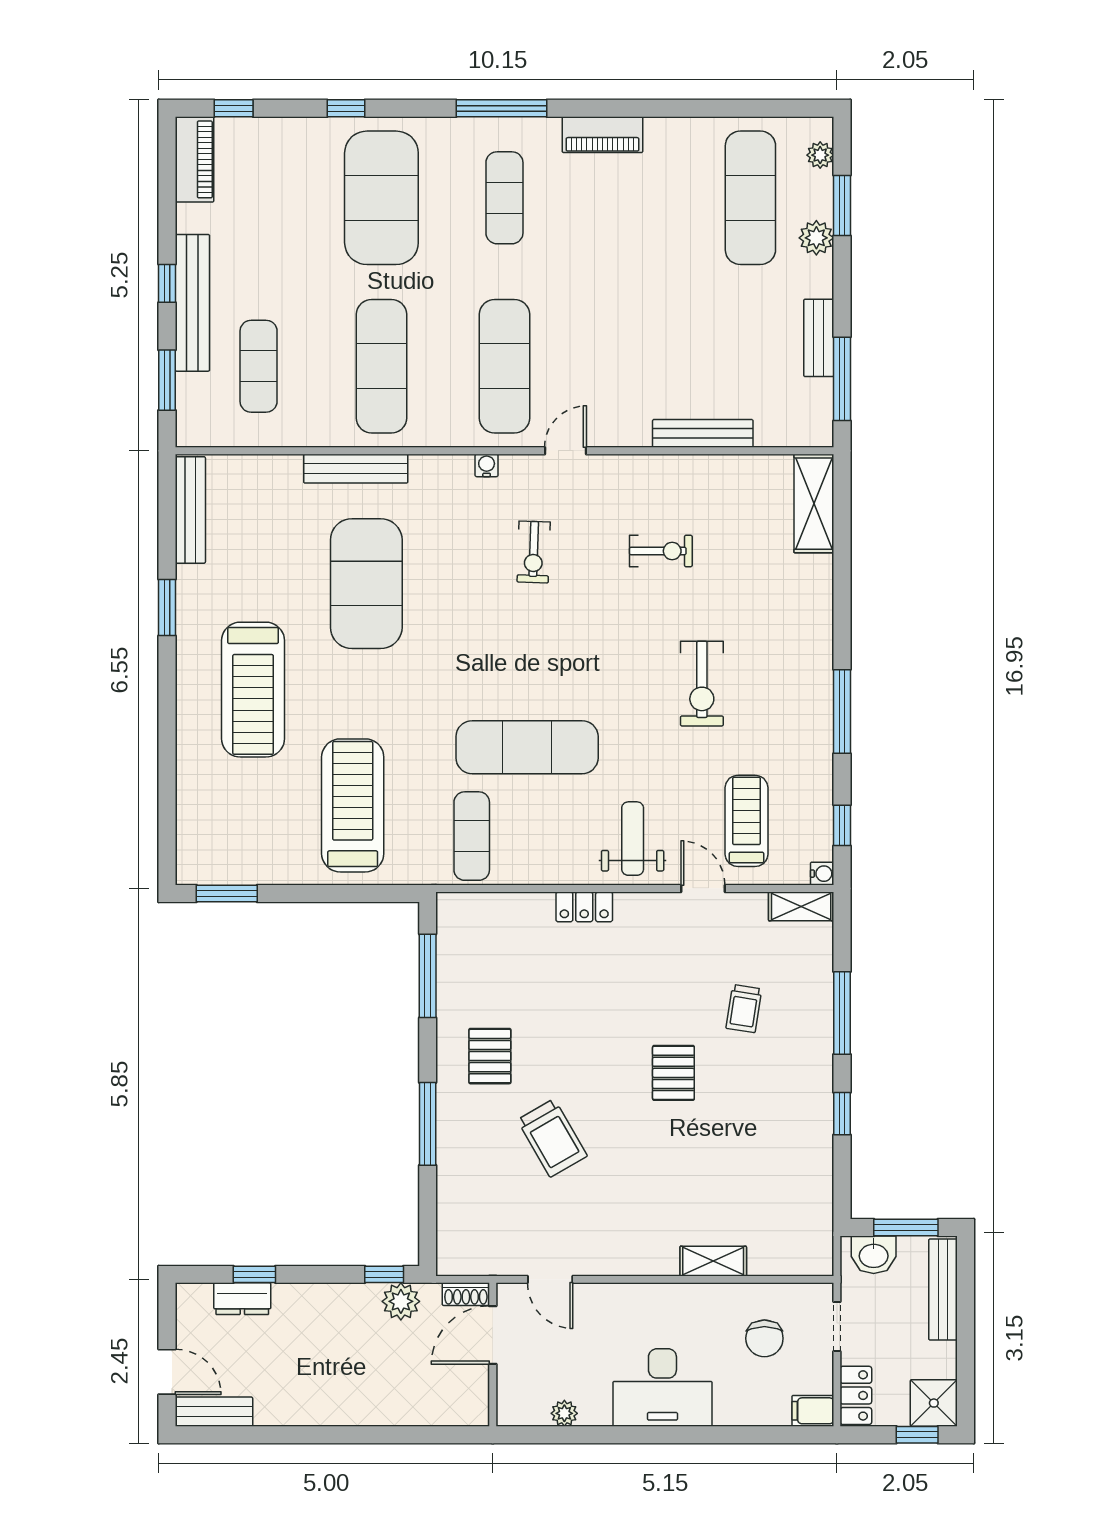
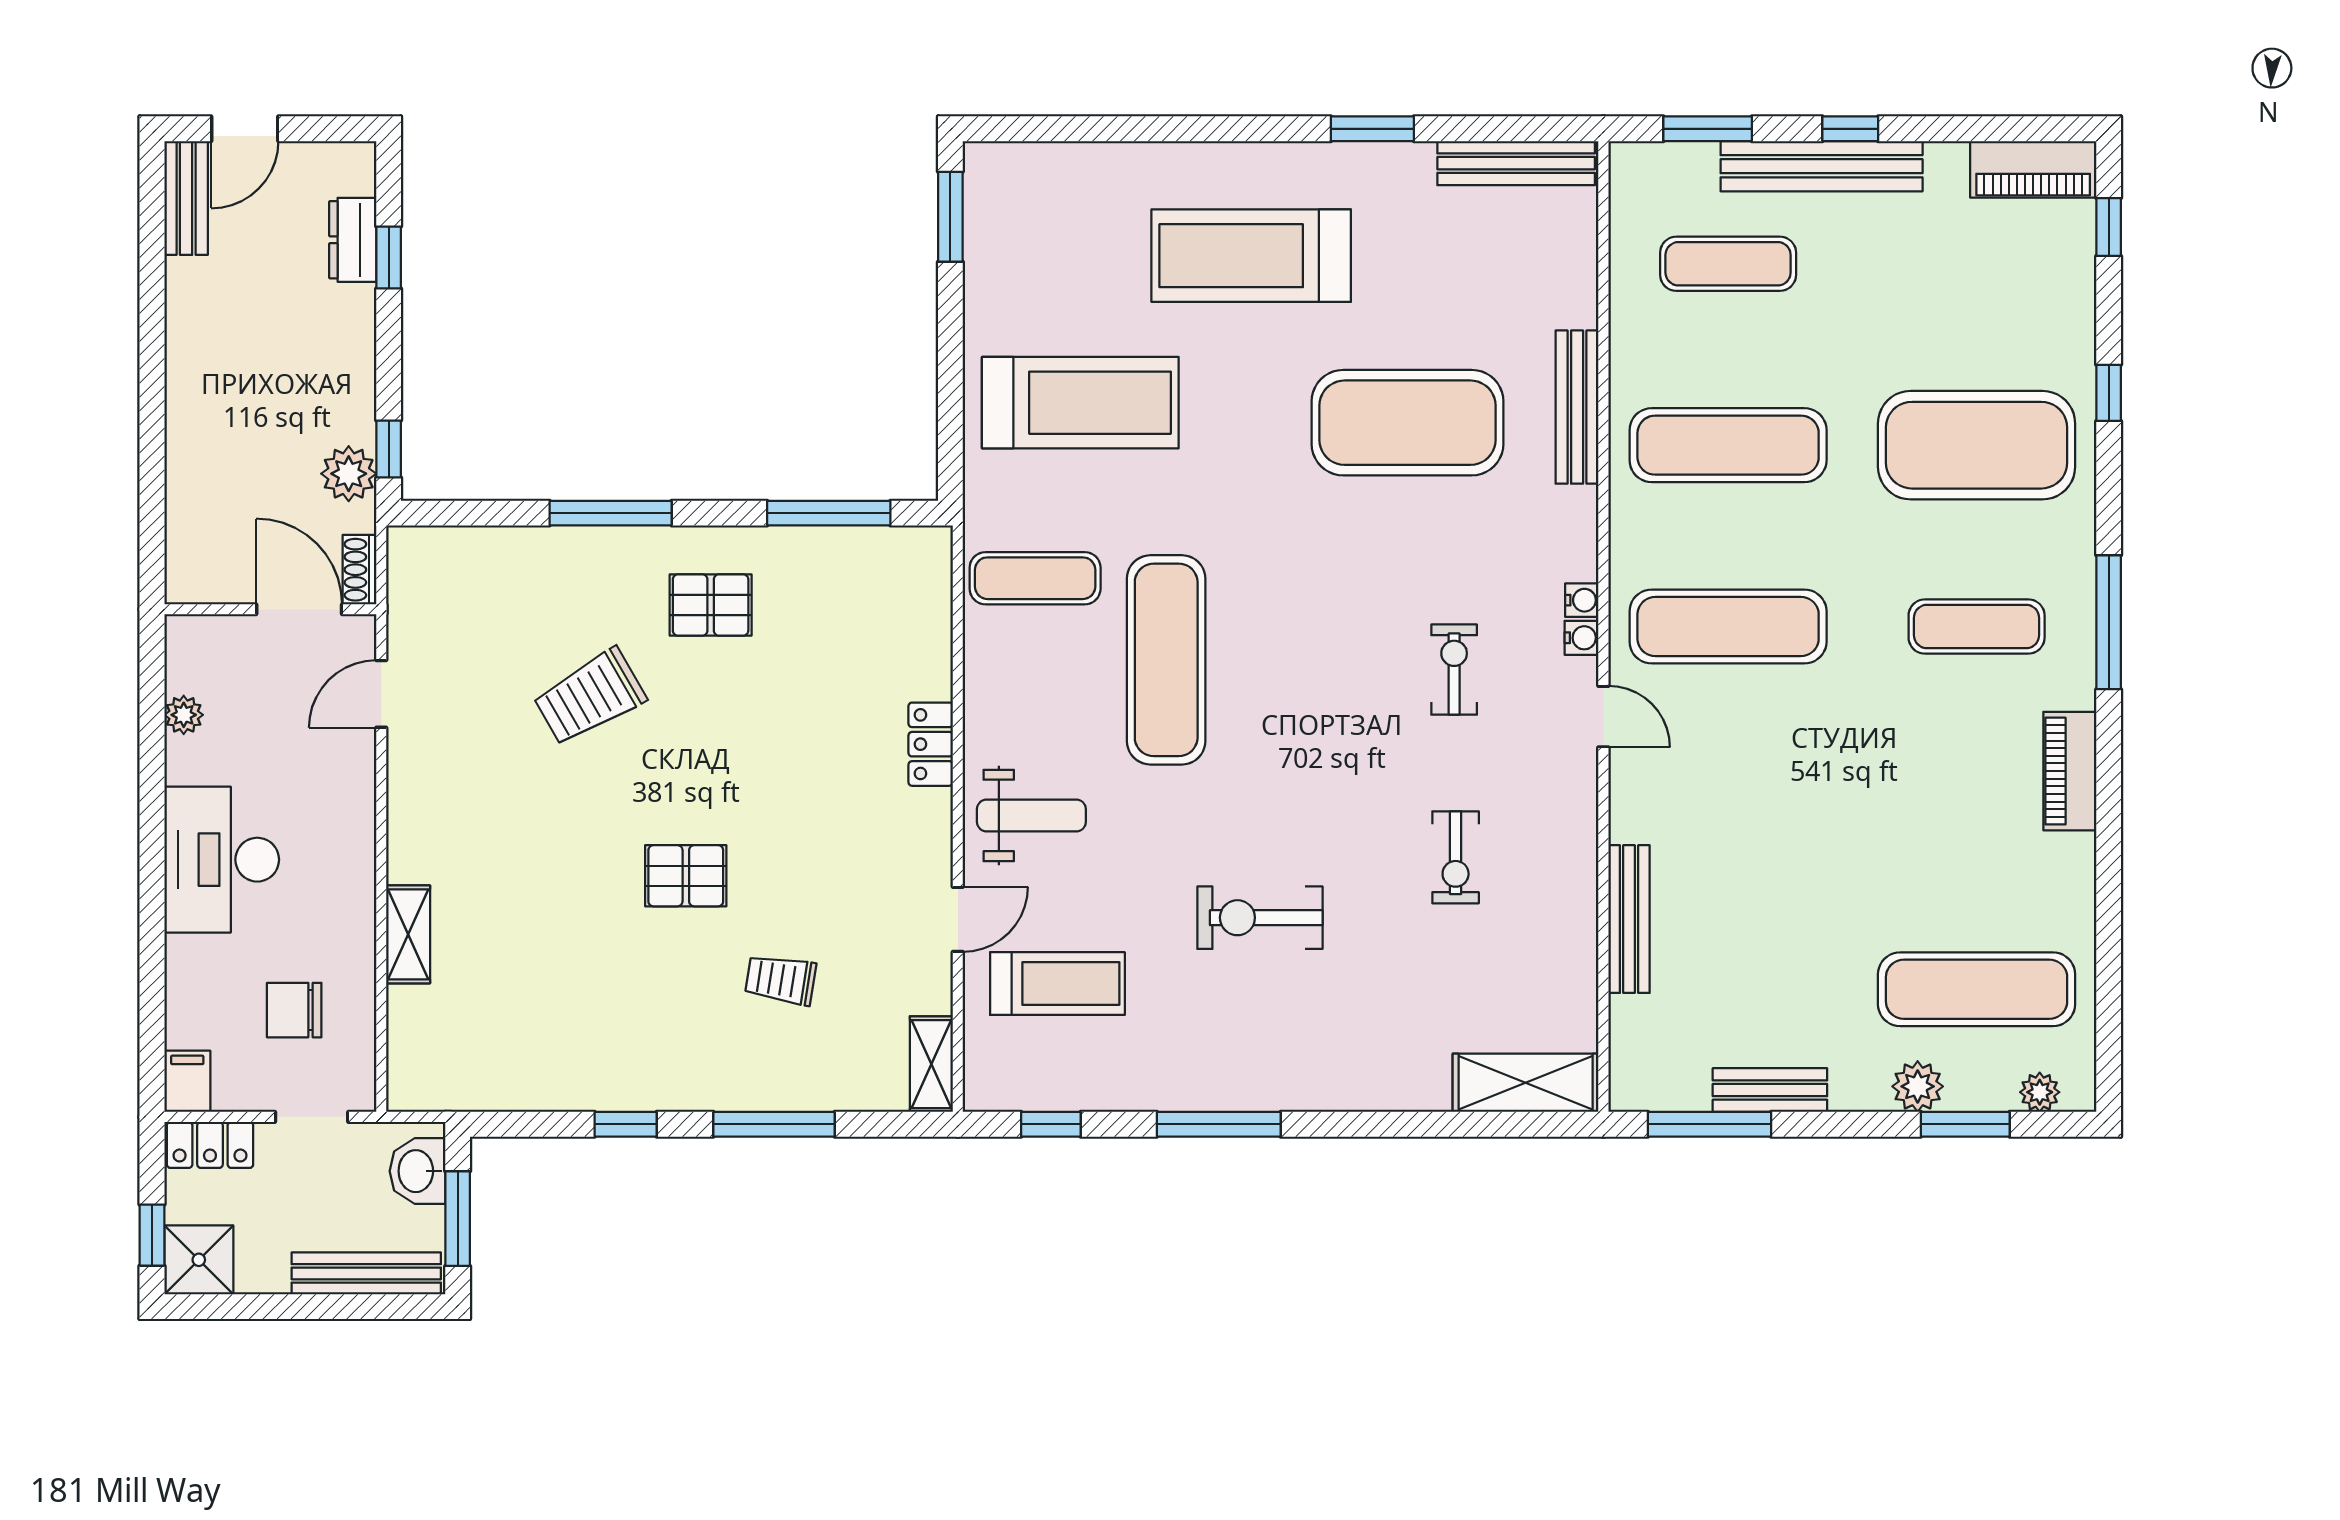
exercise bike: (534, 552) -> (1454, 670), turned 88
water cooler: (822, 874) -> (1581, 638), moved, turned -90

